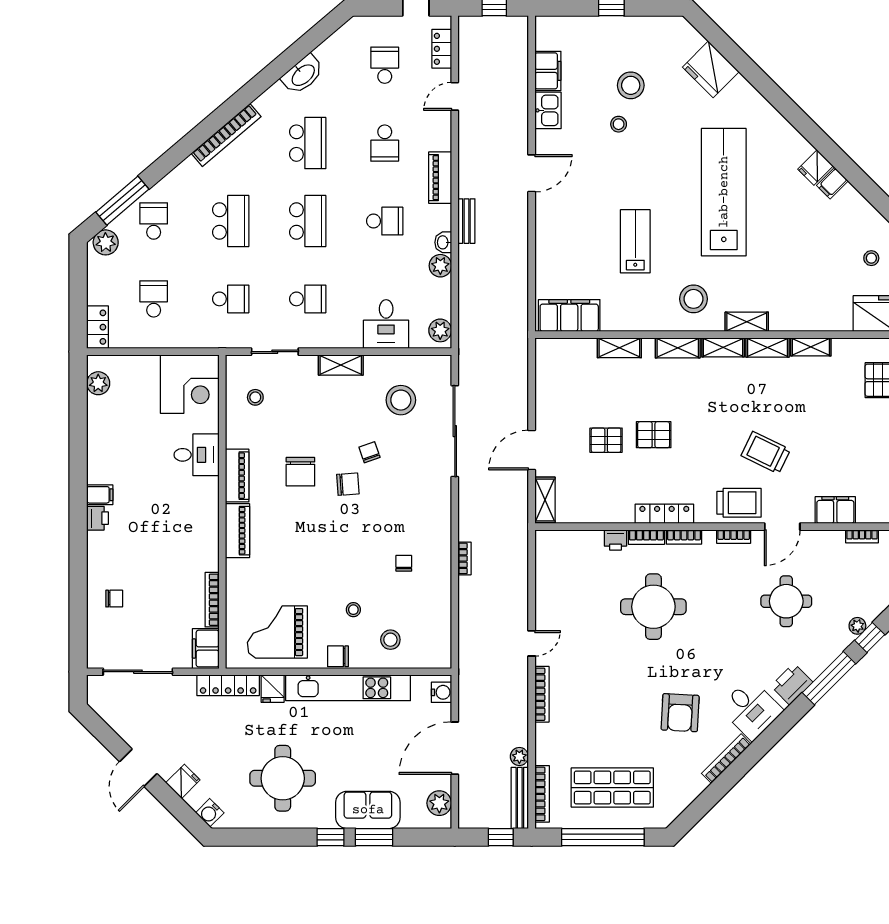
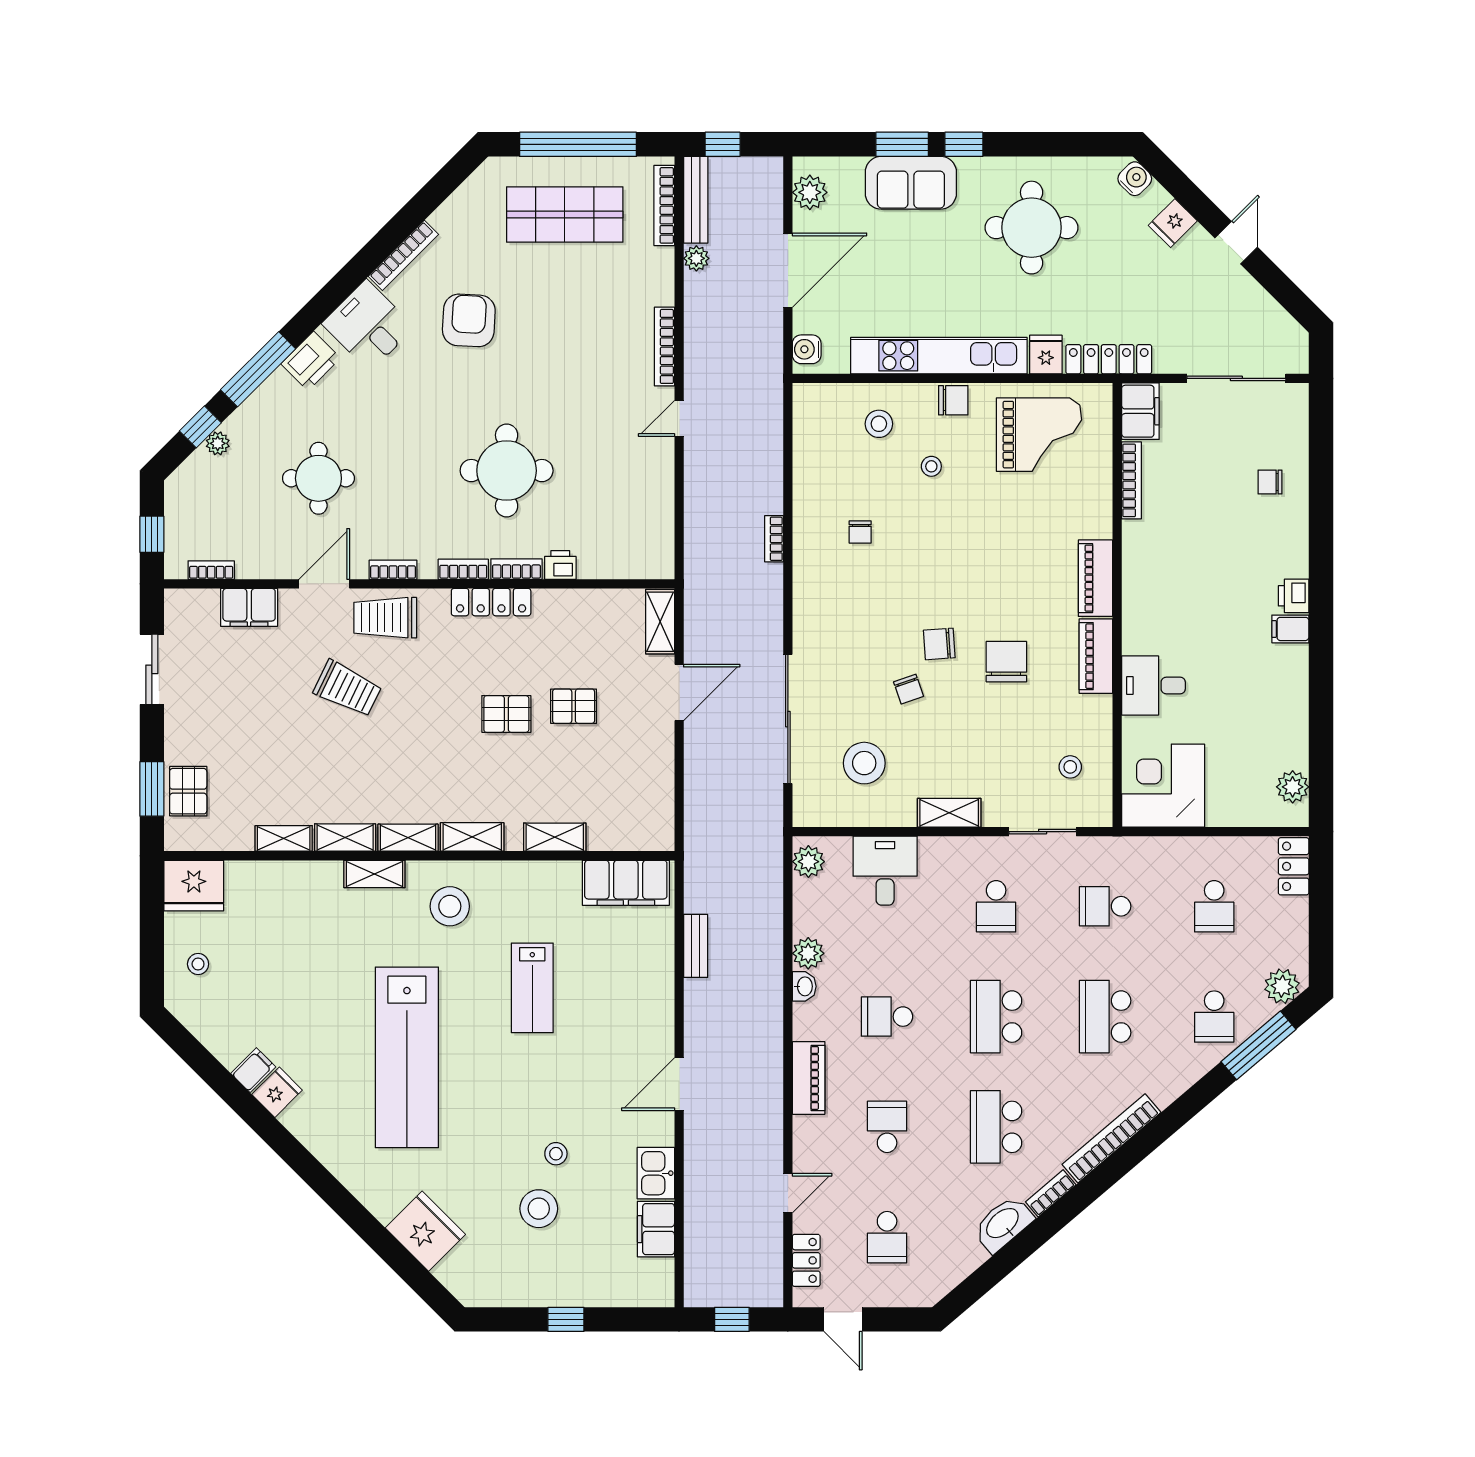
bookcase: (269, 96) -> (1051, 1193), added
bench: (466, 221) -> (696, 946), moved
school desk: (308, 299) -> (996, 906), turned -90
door: (138, 768) -> (1236, 243), width x0.73

